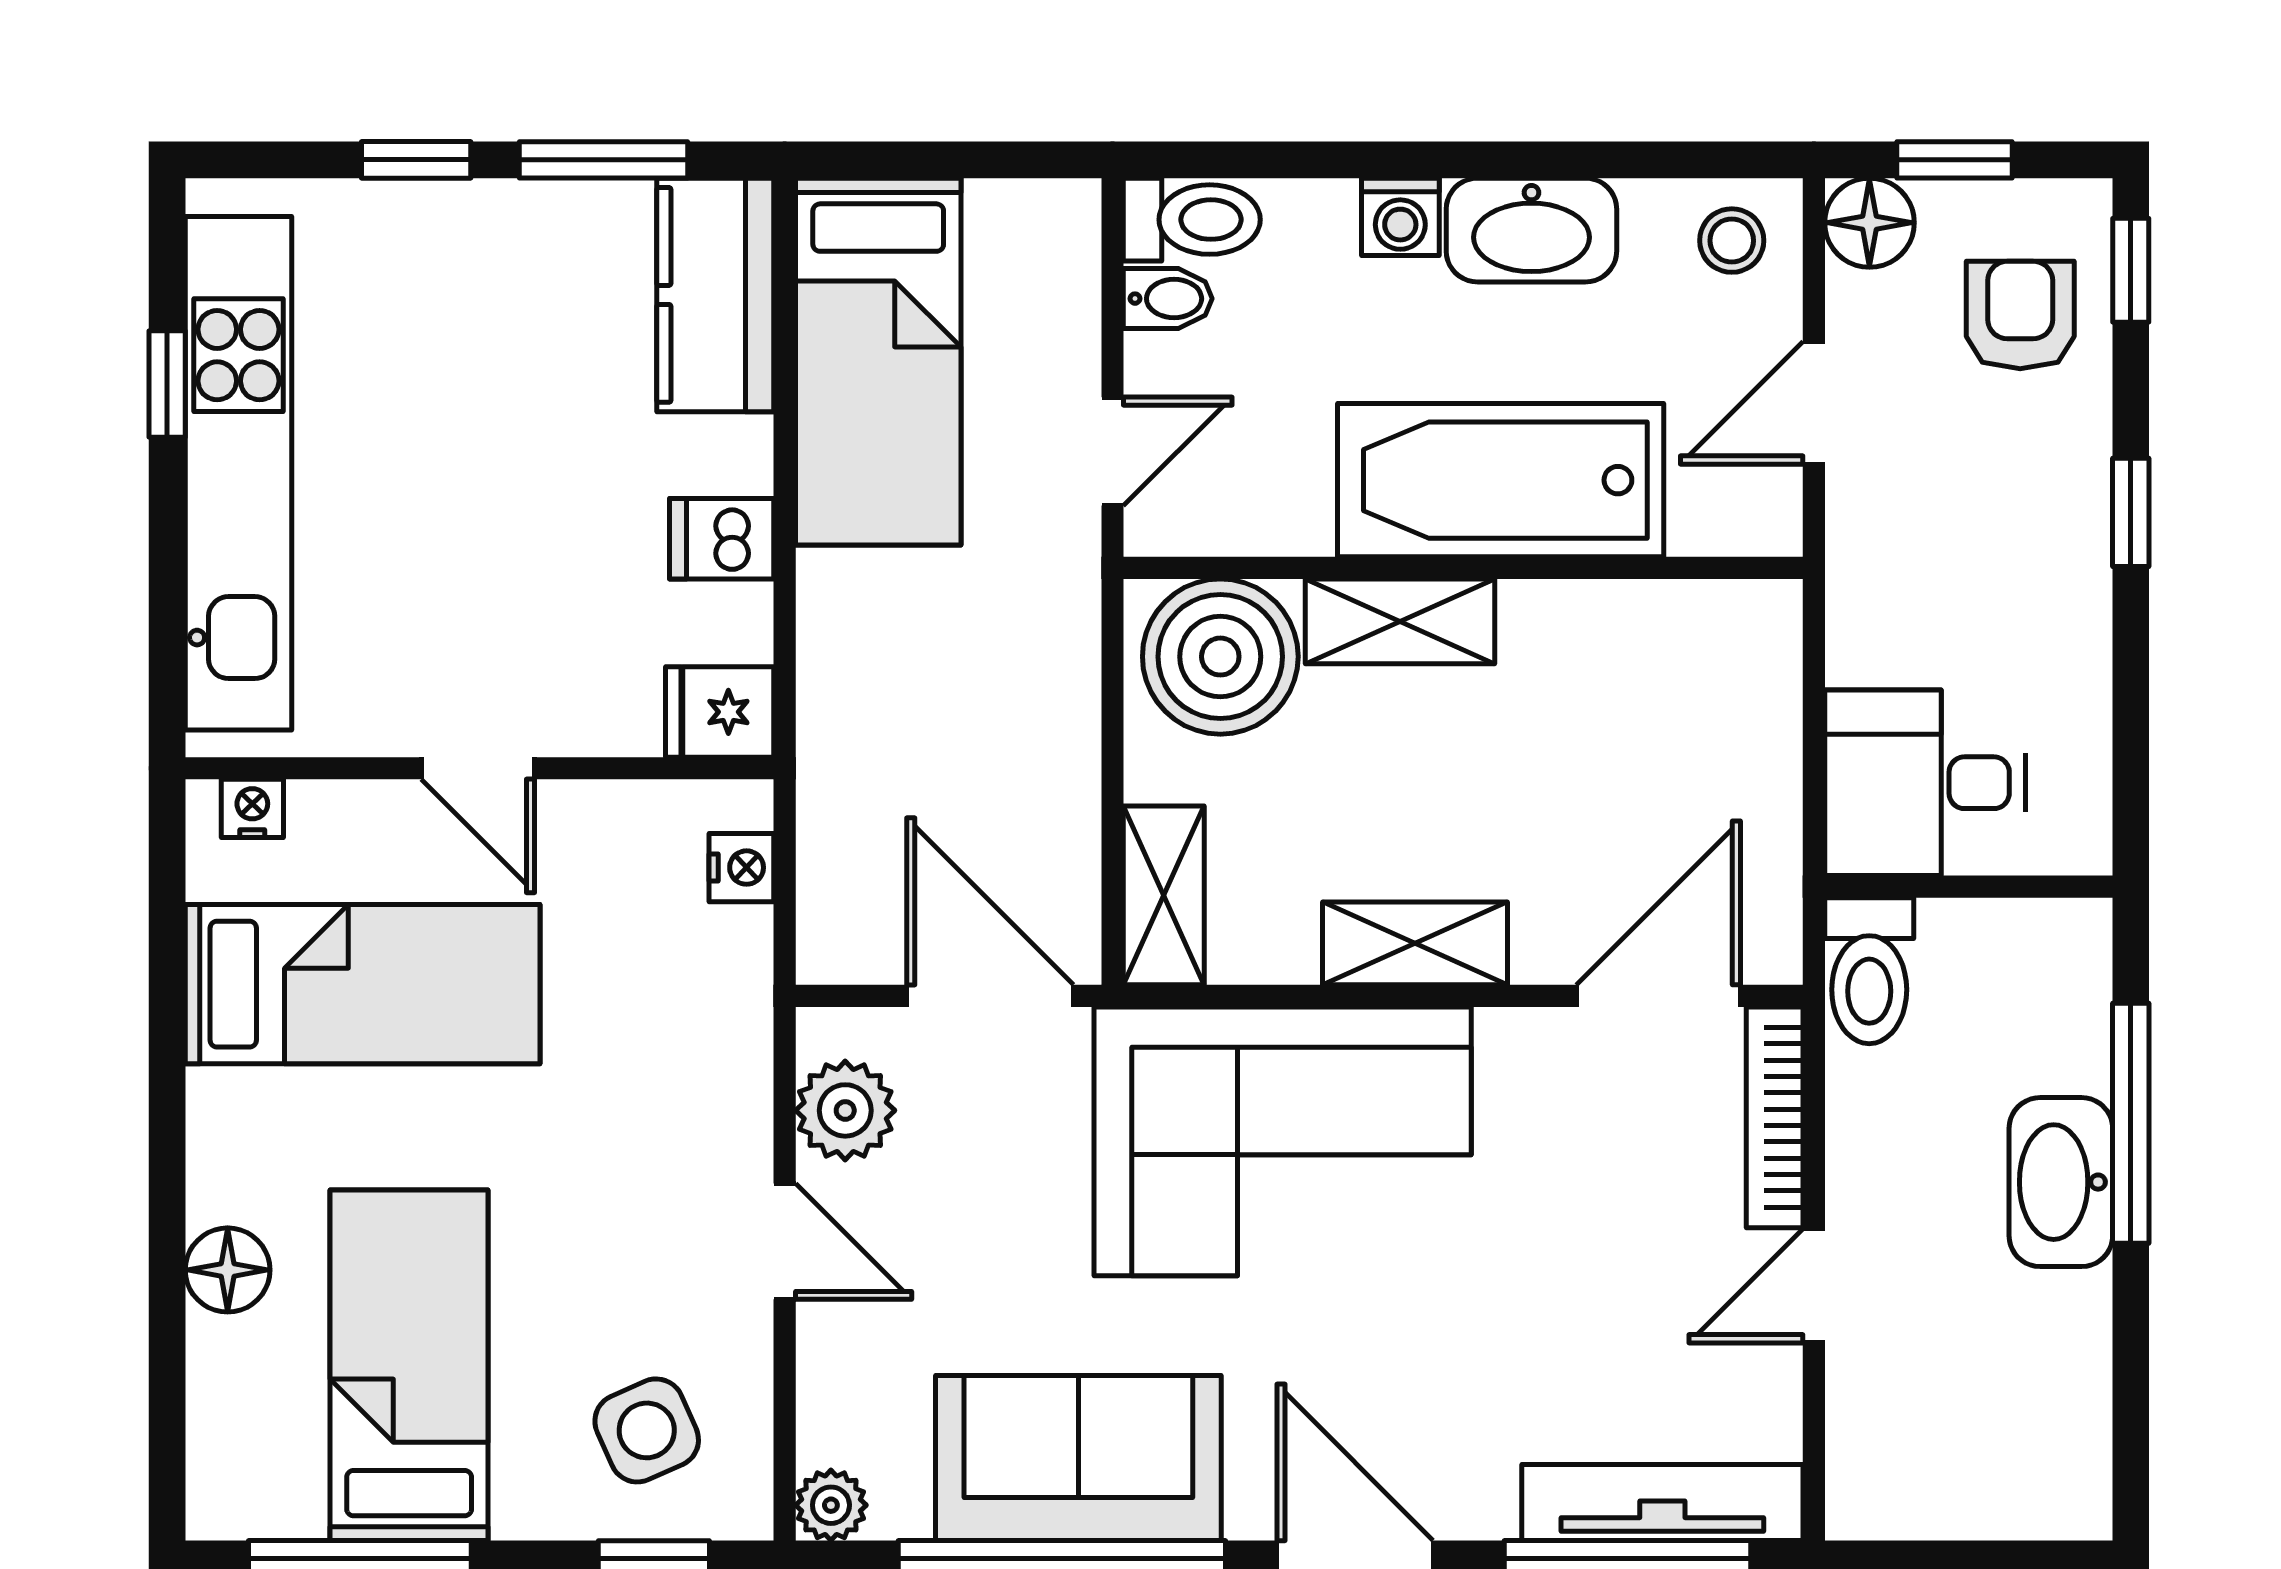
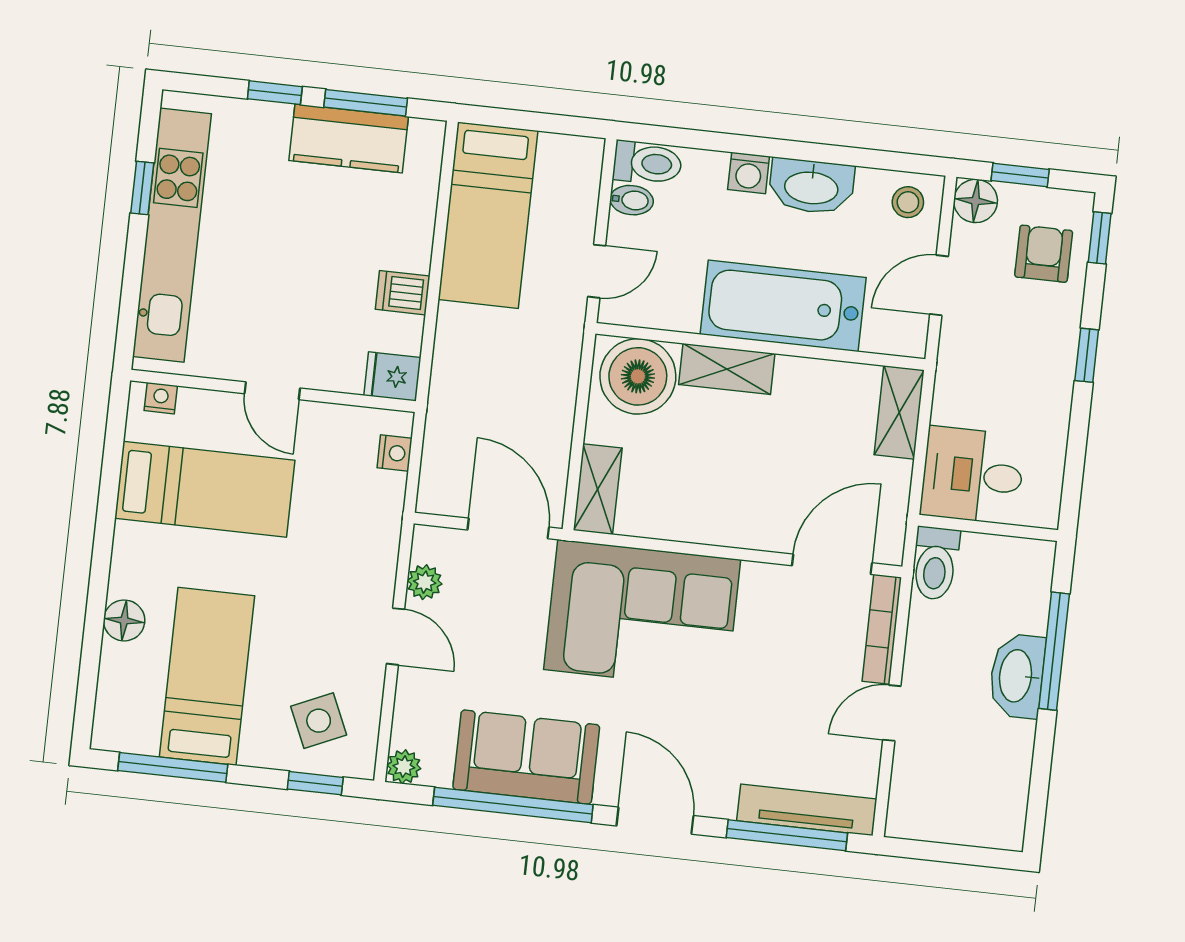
kitchen counter: (715, 295) -> (349, 138), moved, turned -90
shelving: (1415, 943) -> (899, 412), moved, turned 90
plant: (845, 1110) -> (425, 582), width x0.73, depth x0.73

